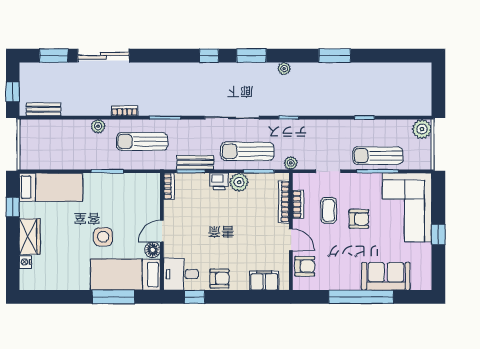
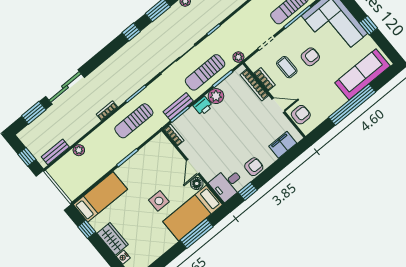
plant: (98, 126) -> (79, 150), moved
sofa: (386, 276) -> (362, 74), width x1.36

